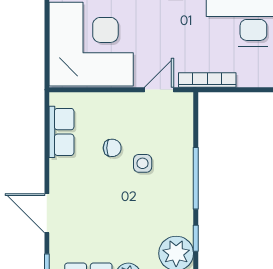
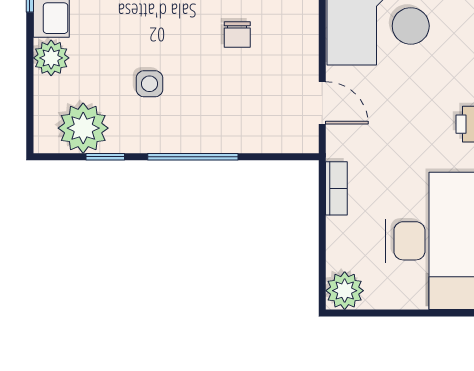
bookcase: (207, 80) -> (336, 188), width x0.64
side table: (143, 163) -> (150, 84), moved

